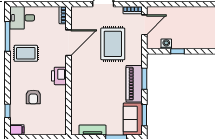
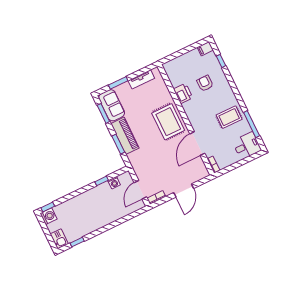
rug: (113, 44) -> (168, 122), moved
printer: (59, 76) -> (183, 93), moved

